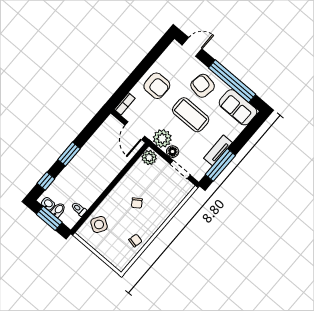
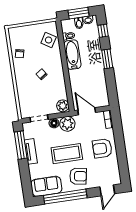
bathtub: (93, 190) -> (72, 55), added

